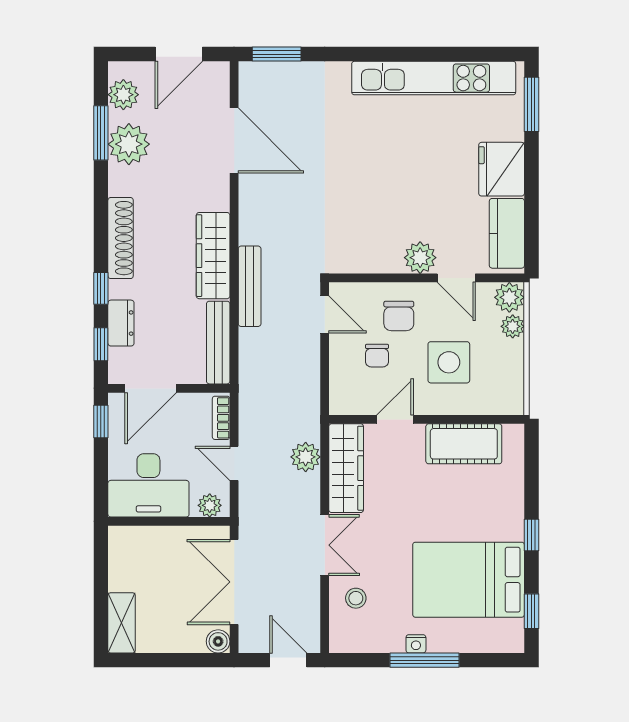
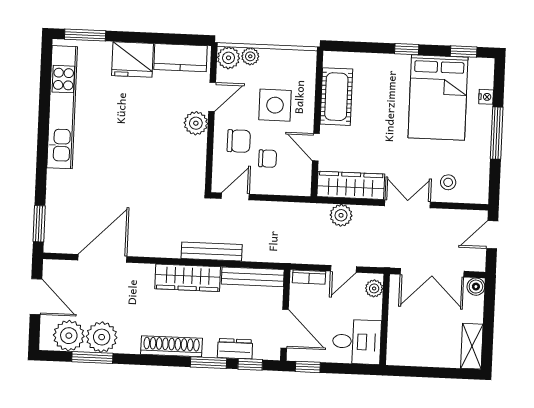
plant: (123, 95) -> (69, 336), width x1.36, depth x1.36
window: (101, 288) -> (208, 363), width x1.50
desk: (148, 485) -> (357, 342), width x0.73
shelving: (122, 623) -> (472, 346), moved, turned 90
nightstand: (416, 644) -> (486, 97), moved

